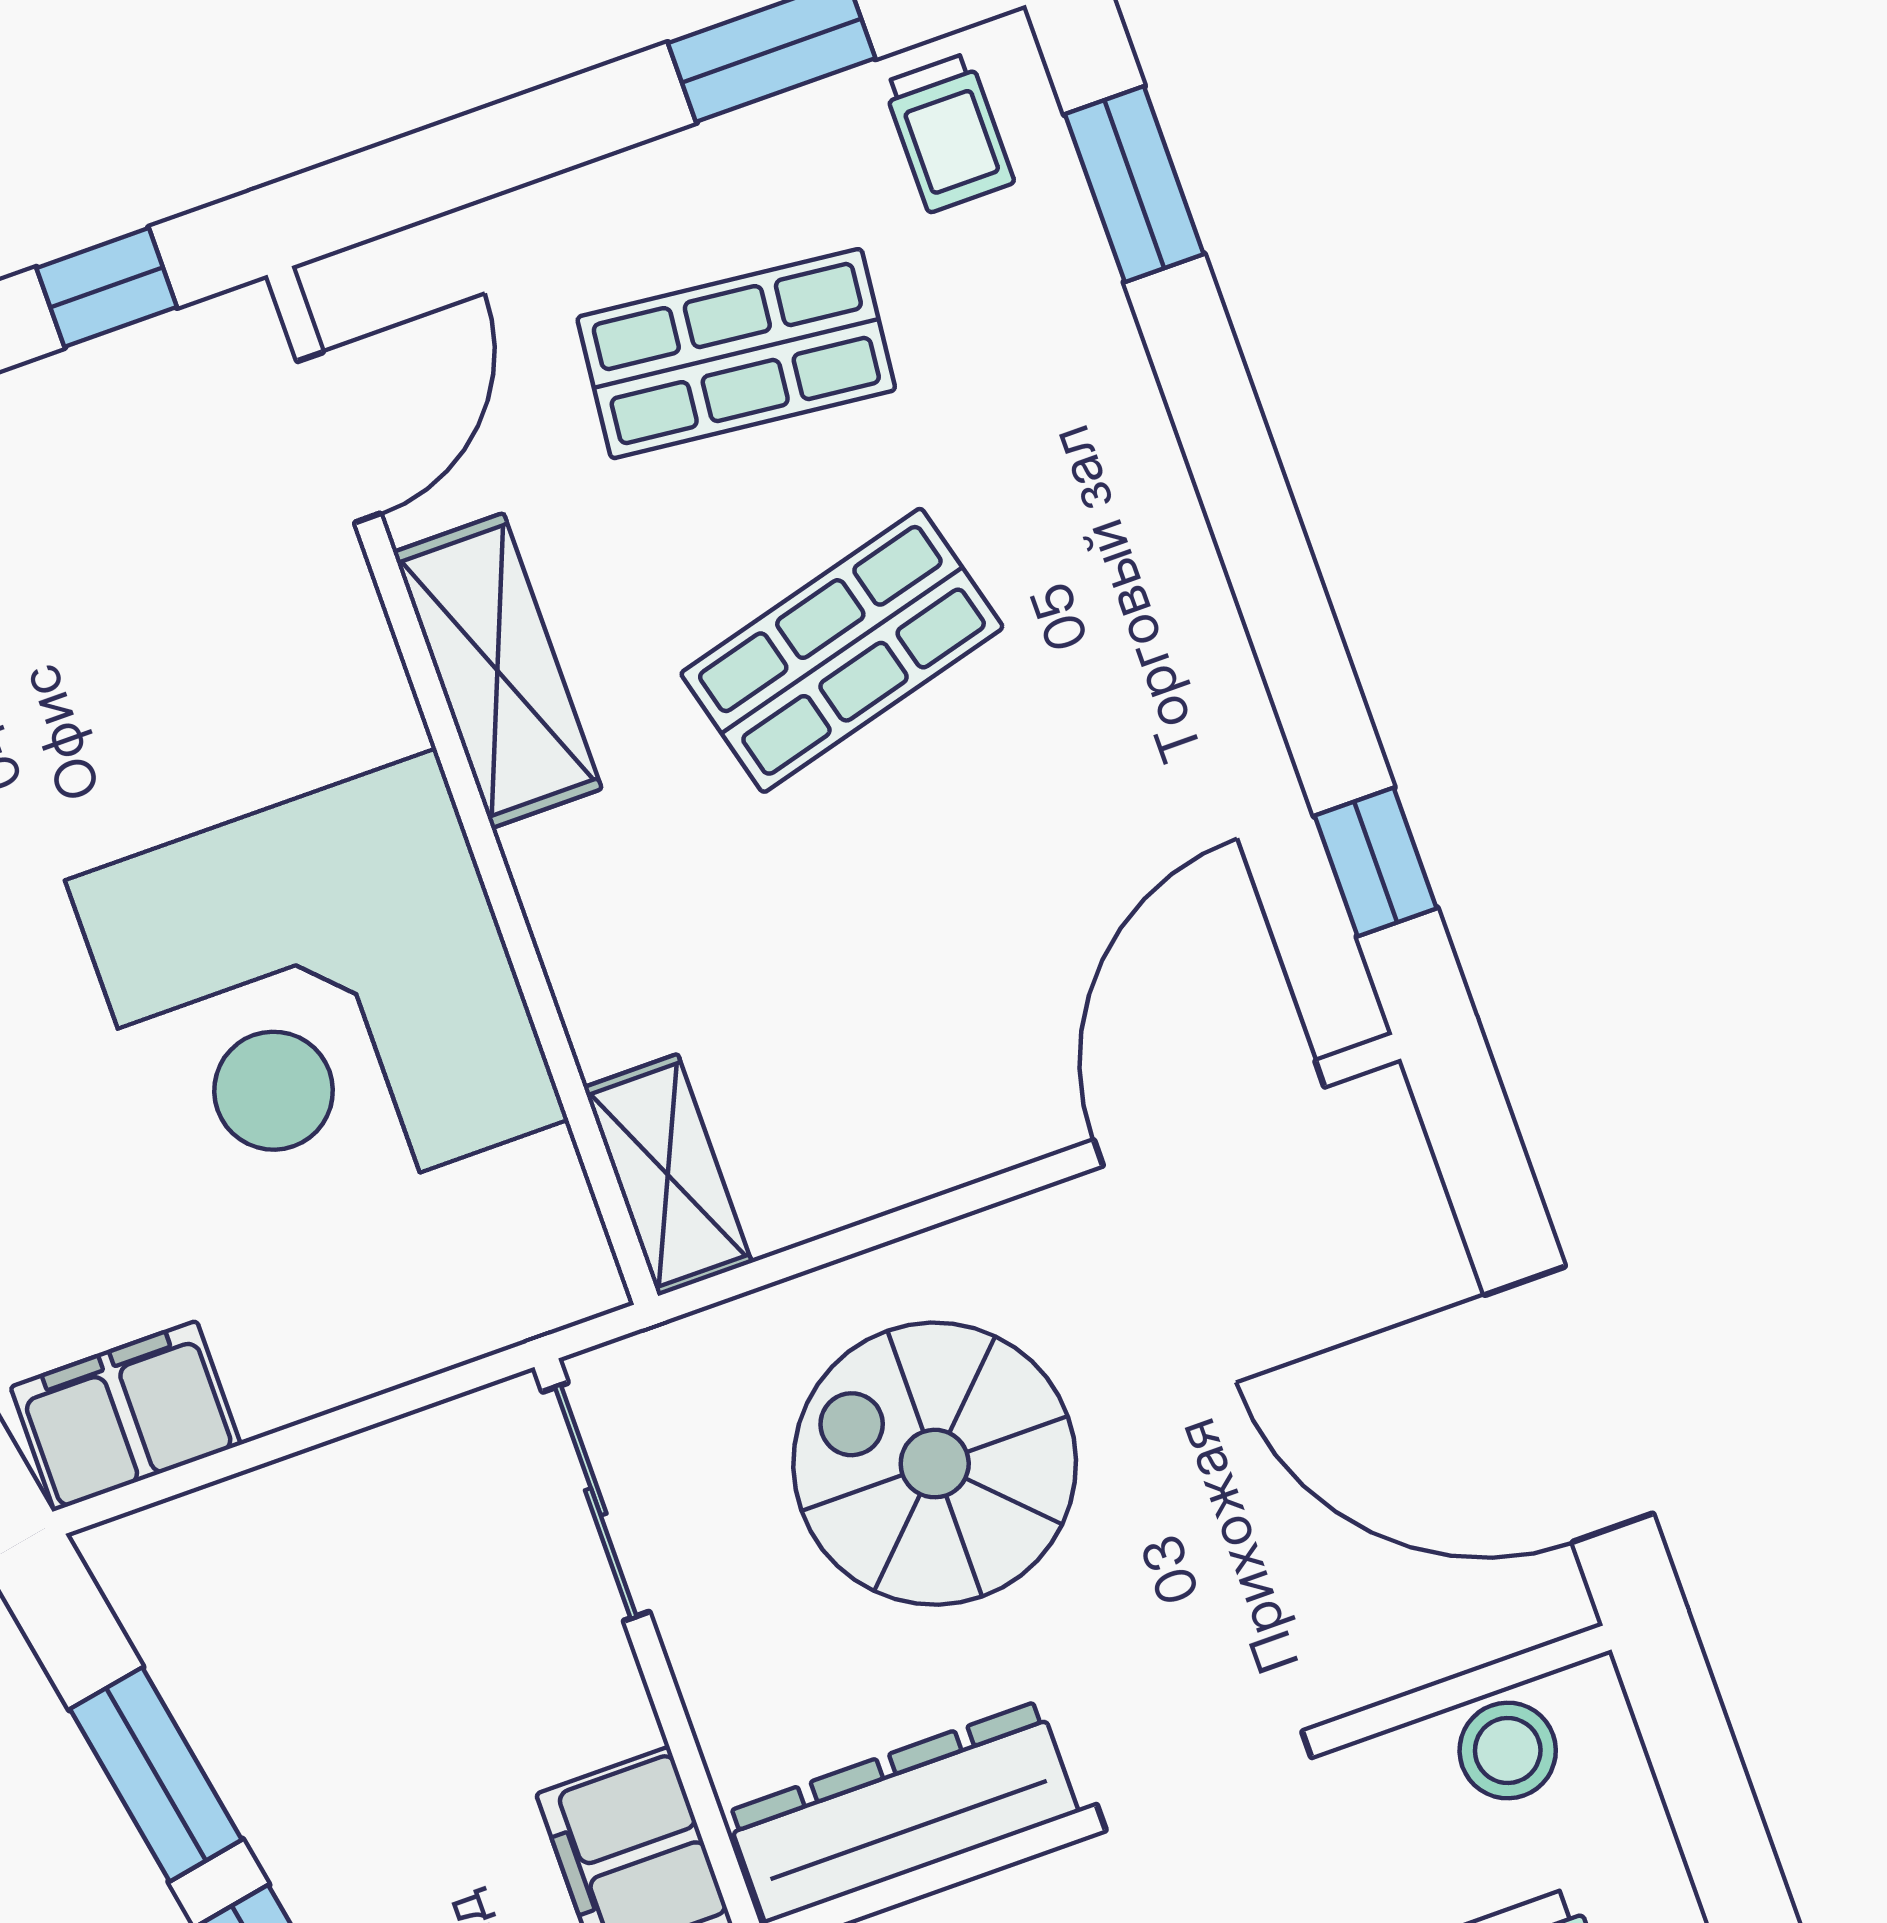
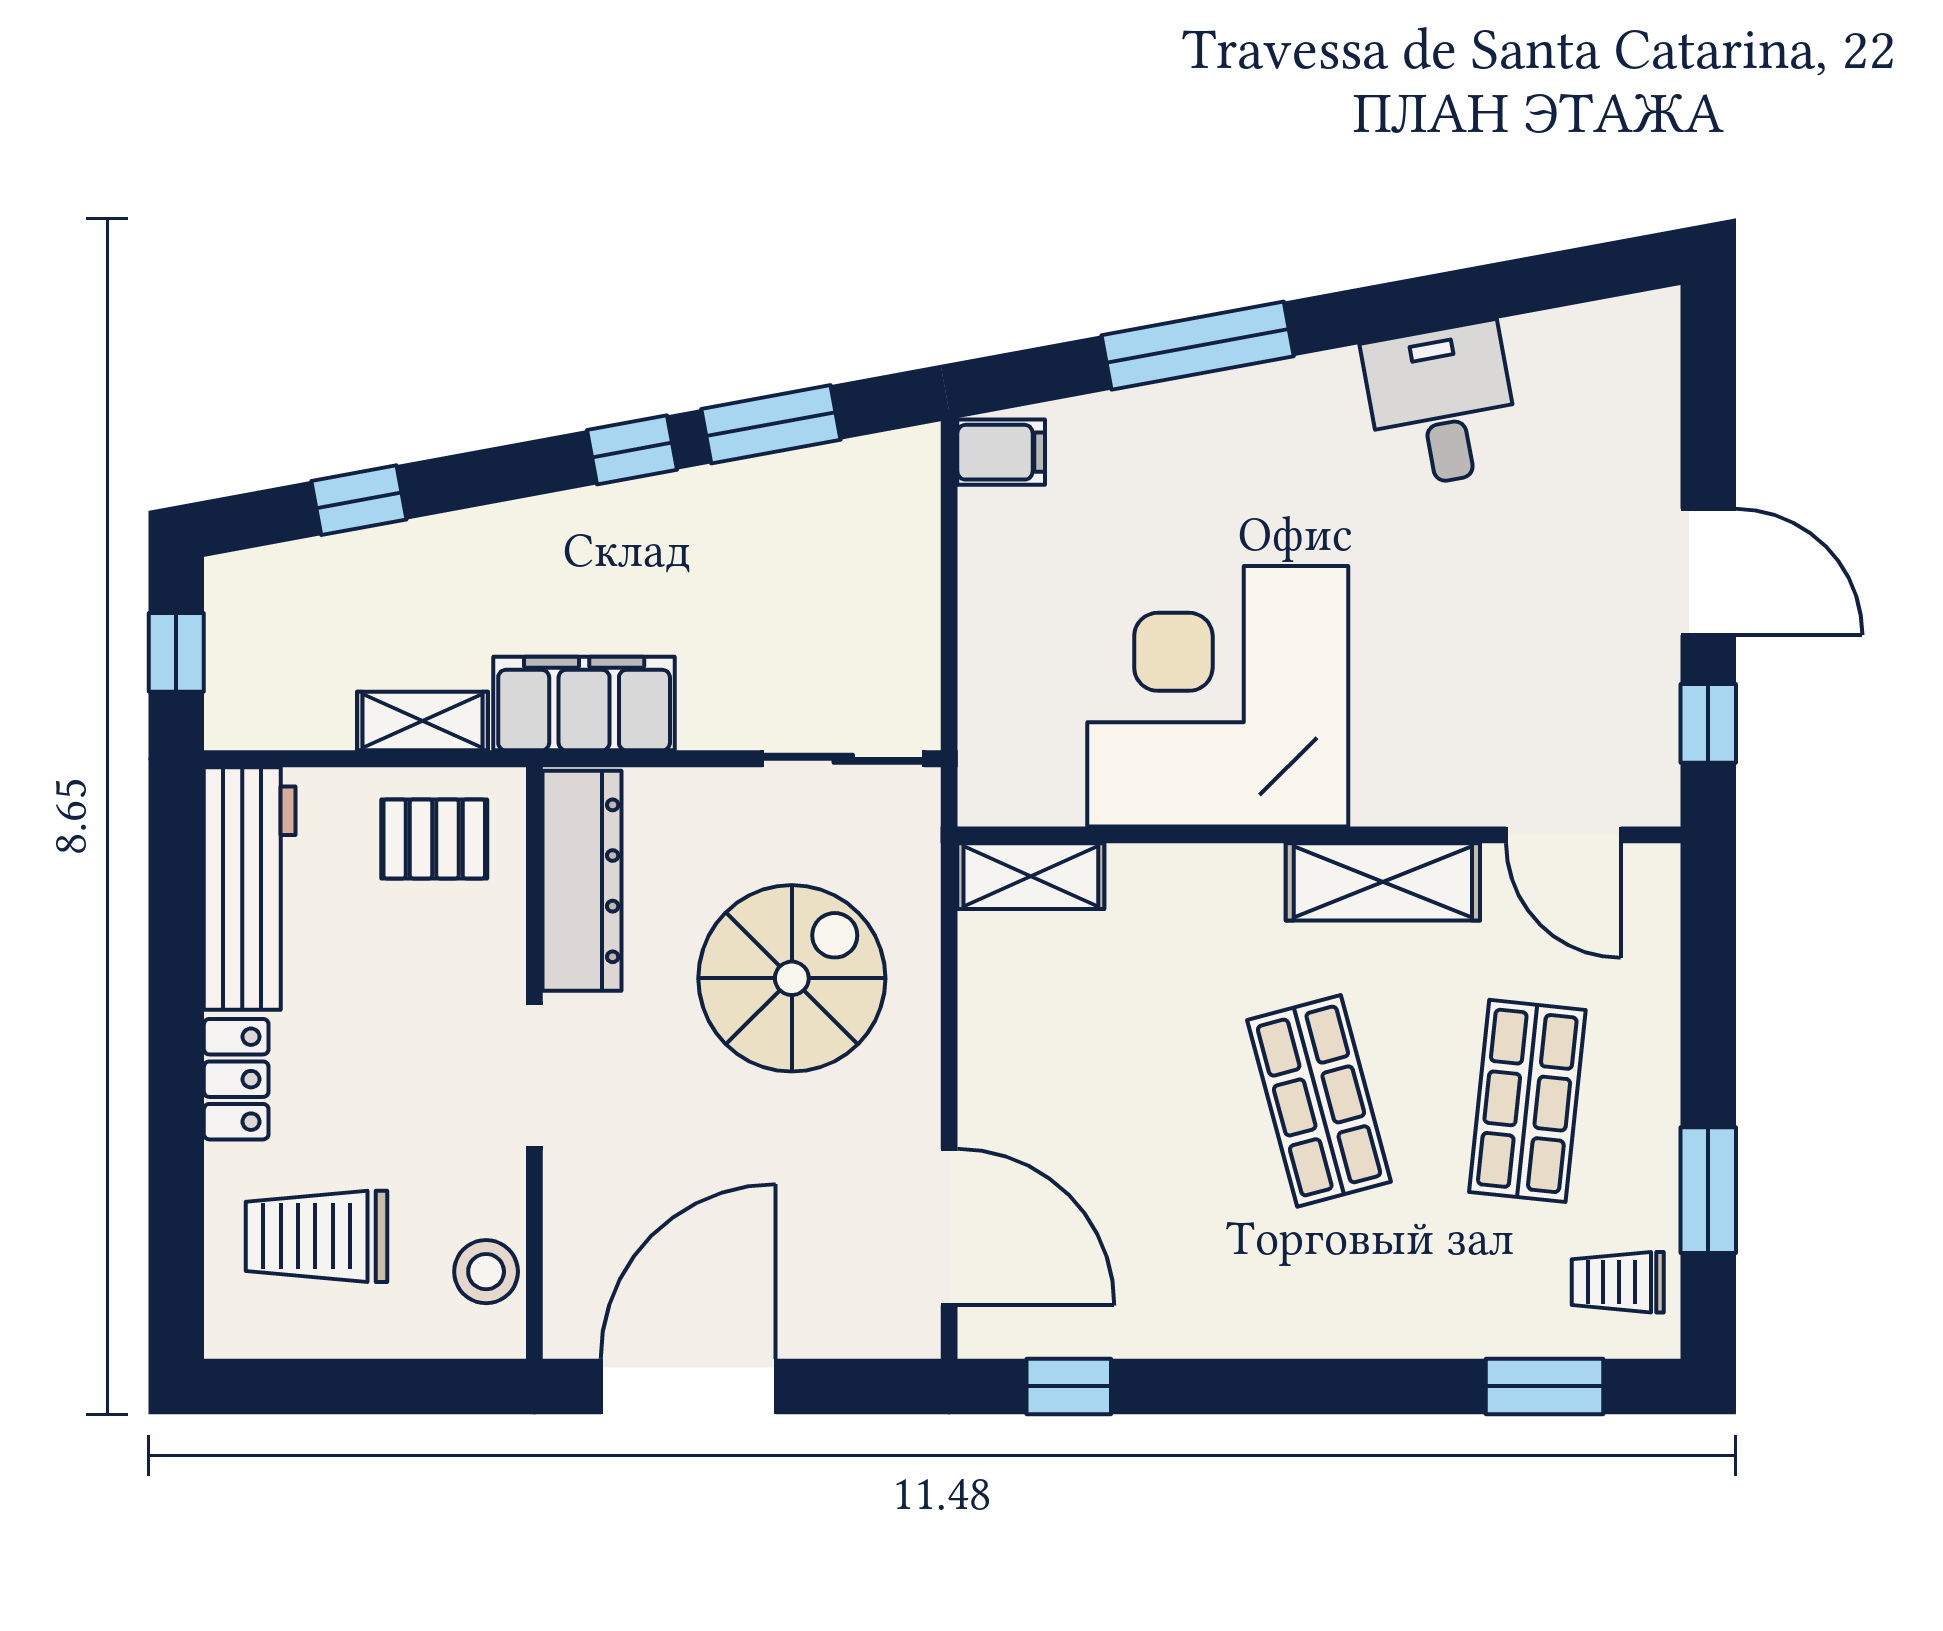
filing cabinet: (126, 1416) -> (1001, 452), width x0.50

